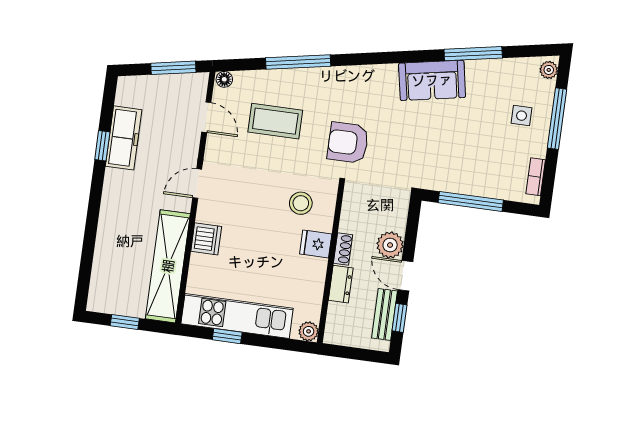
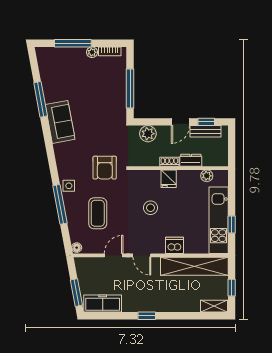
window: (173, 68) -> (76, 293), moved
plant: (549, 70) -> (92, 52), moved
side table: (522, 116) -> (69, 186), moved
door: (206, 117) -> (114, 255), moved
freezer: (124, 138) -> (103, 304), moved
window: (102, 146) -> (147, 316), moved
stool: (301, 203) -> (150, 208), moved
plant: (390, 245) -> (148, 134), moved
shelving: (99, 289) -> (214, 306), added
plant: (309, 331) -> (207, 176), moved

